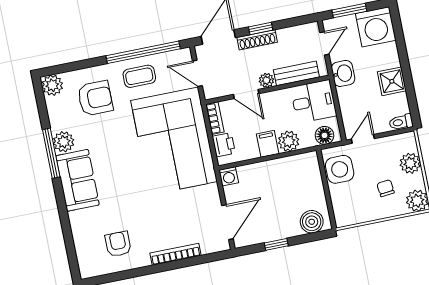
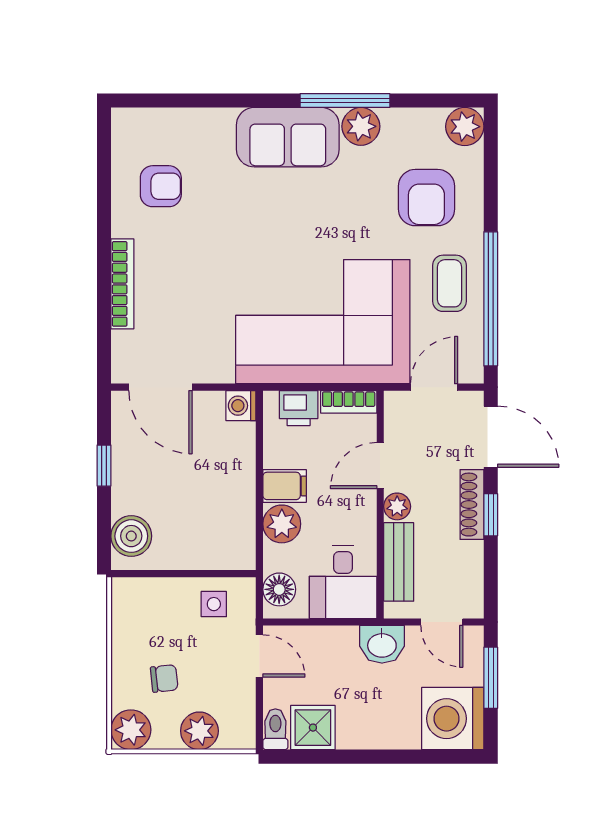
shower: (392, 81) -> (313, 728), moved
side table: (340, 169) -> (214, 604), width x0.54, depth x0.54

